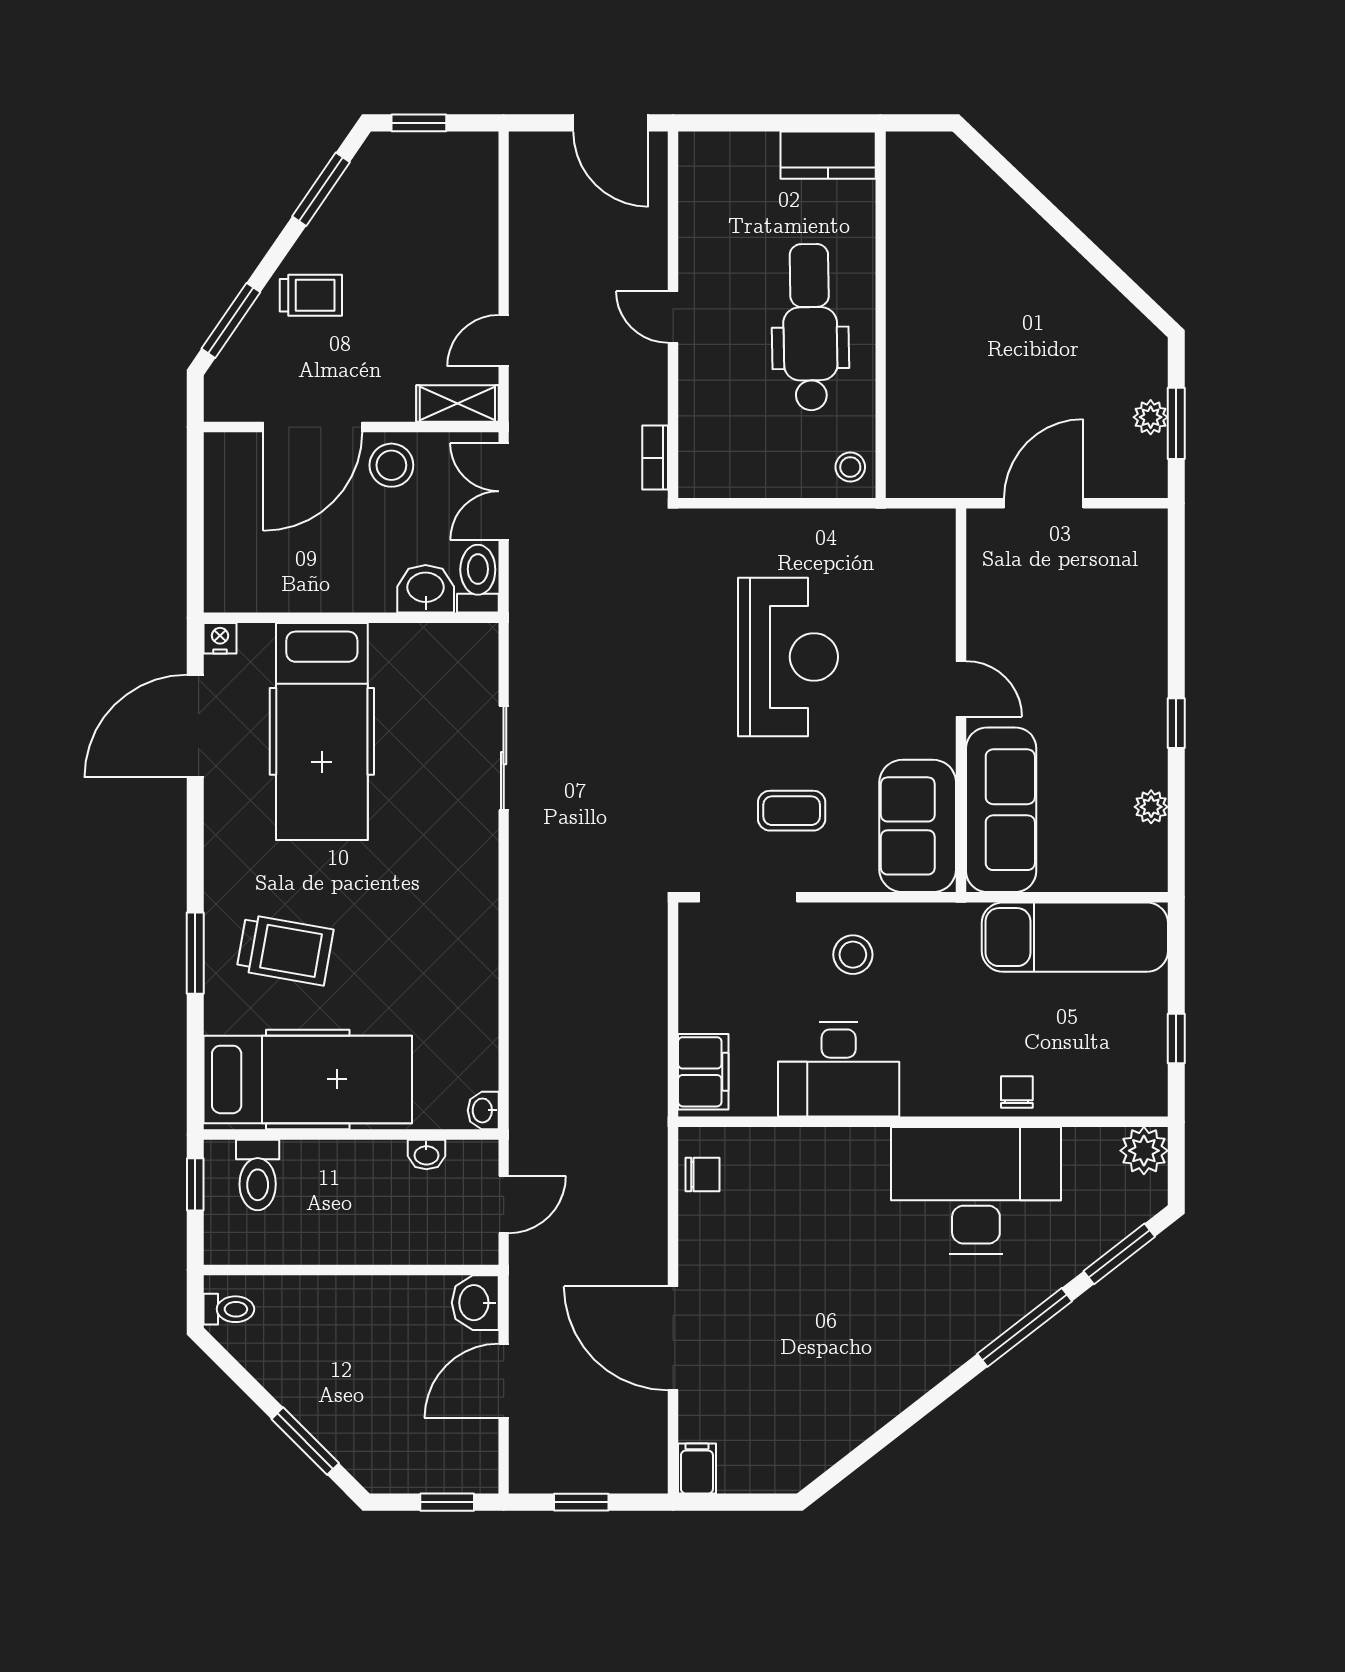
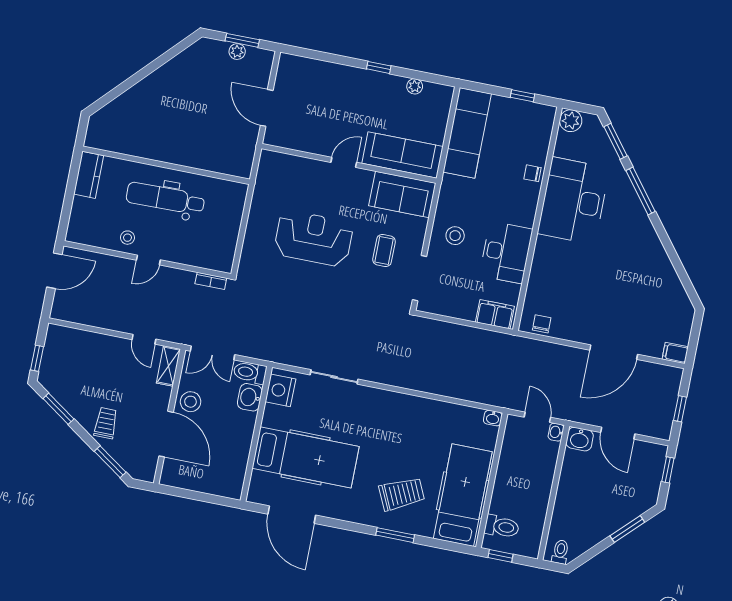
stool: (850, 467) -> (127, 238), moved
nightstand: (220, 638) -> (280, 390), moved, width x1.89, depth x1.79
trolley: (285, 950) -> (402, 494), turned 55
washbasin: (426, 1155) -> (556, 432), moved, turned 180

